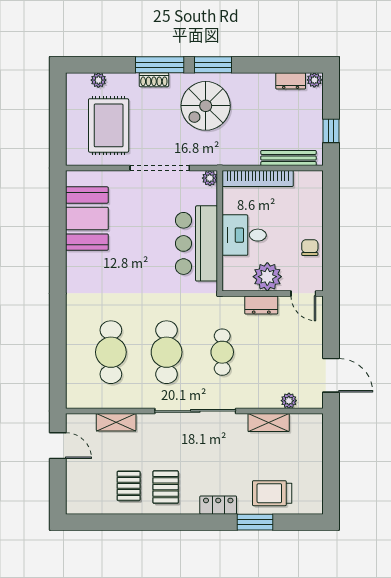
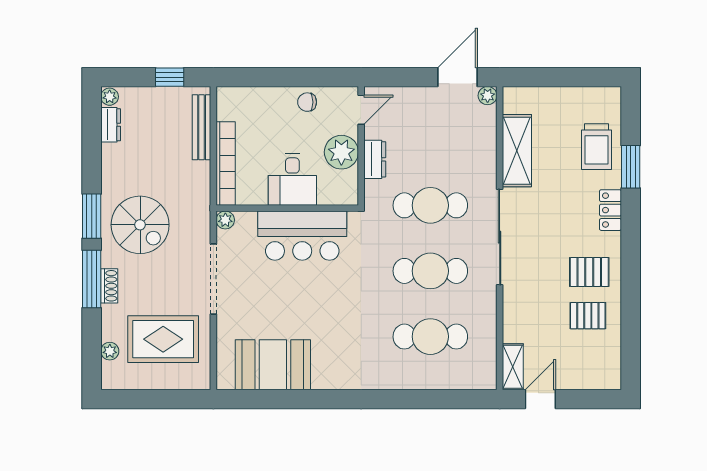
cafe table: (222, 352) -> (430, 205), width x1.37, depth x1.35
plant: (289, 401) -> (488, 96), moved
shelving: (116, 422) -> (513, 367), moved
shelving: (269, 423) -> (517, 151), width x1.50, depth x1.33

